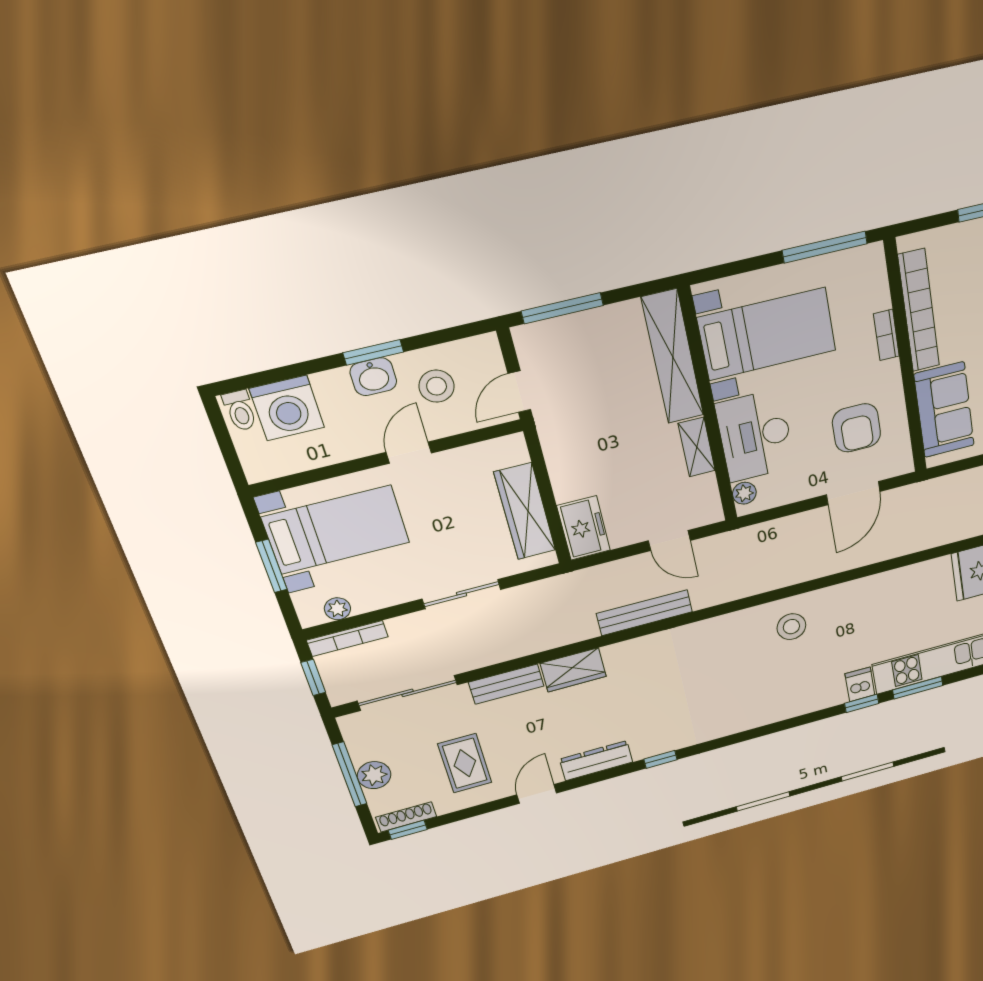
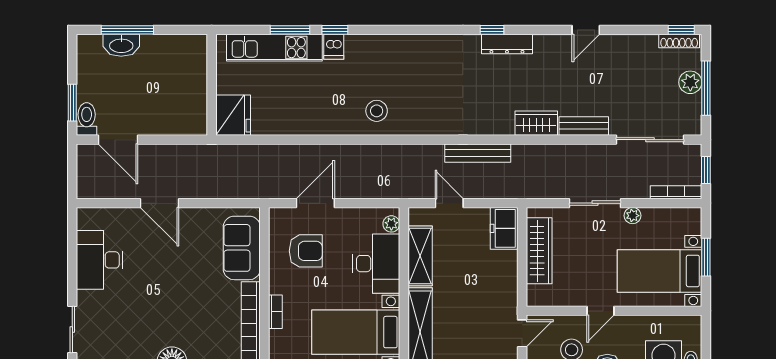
armchair: (856, 428) -> (306, 251), turned 90
shelving: (697, 447) -> (420, 256), width x1.50, depth x1.33
plant: (337, 609) -> (633, 216), moved
dresser: (596, 761) -> (507, 44), moved
rug: (465, 763) -> (628, 72), removed

